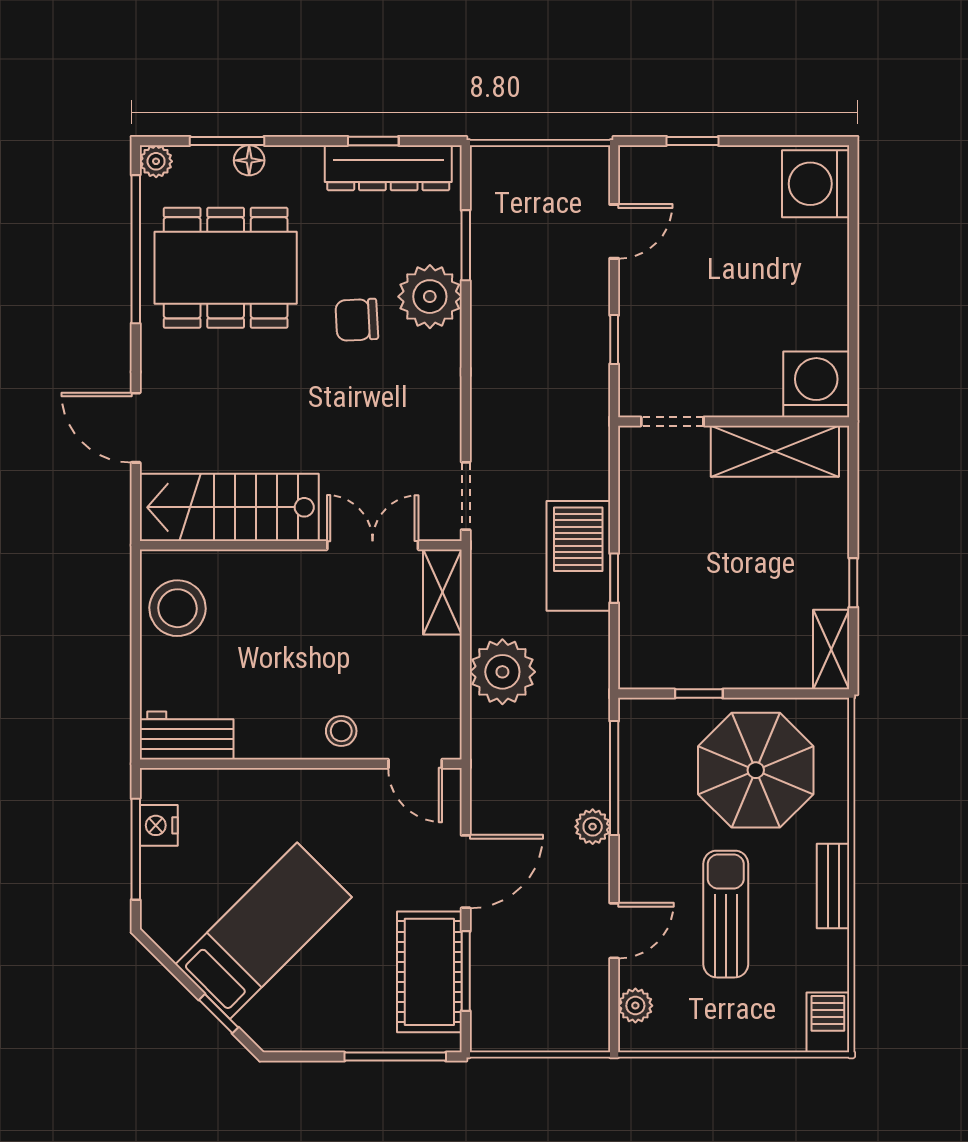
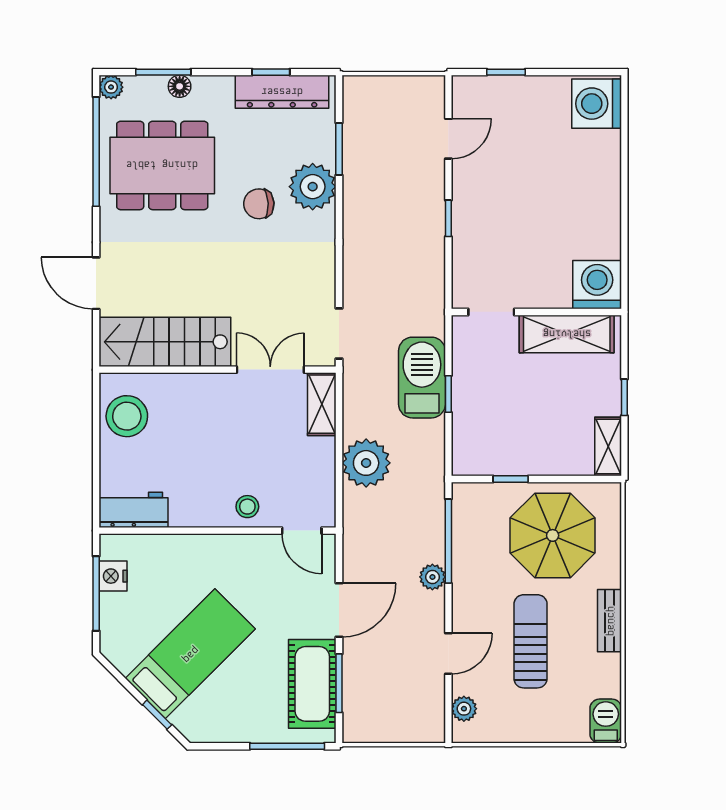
washing machine: (816, 384) -> (597, 285), moved
doorway: (672, 421) -> (491, 312), moved
wall: (734, 421) -> (536, 312), moved
shelving: (775, 451) -> (567, 334), moved

